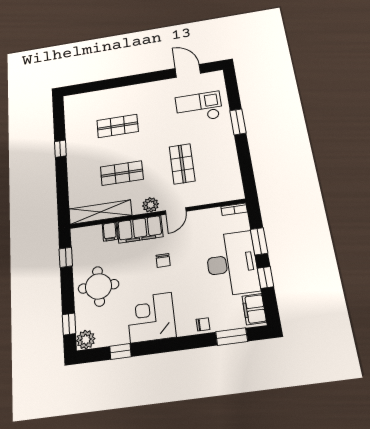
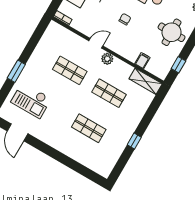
shop shelf: (182, 164) -> (70, 70), turned 90
shelving: (100, 212) -> (146, 81), width x0.68
filing cabinet: (140, 229) -> (124, 48), removed

